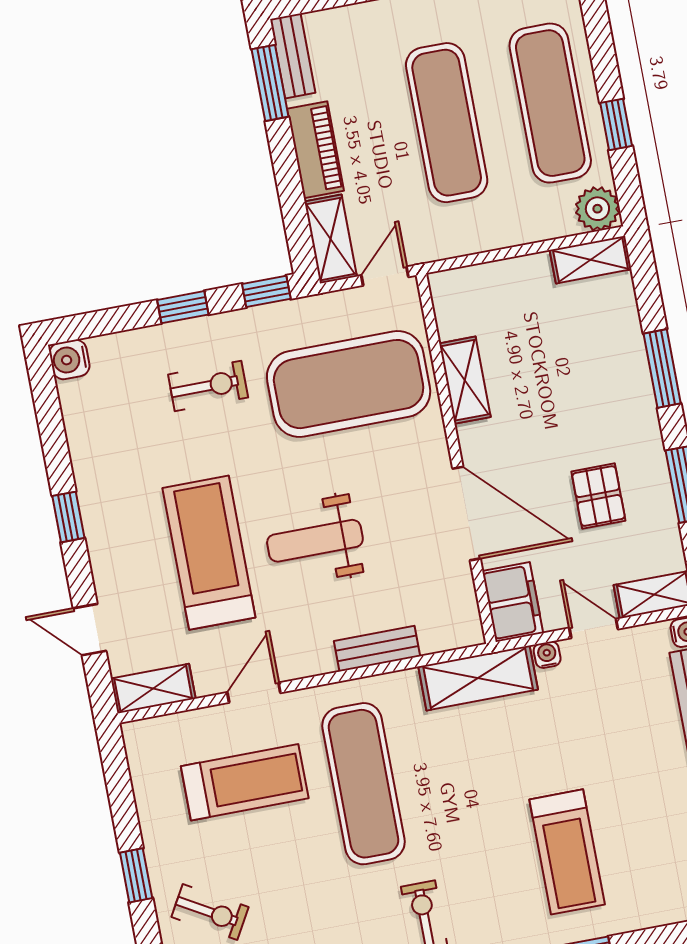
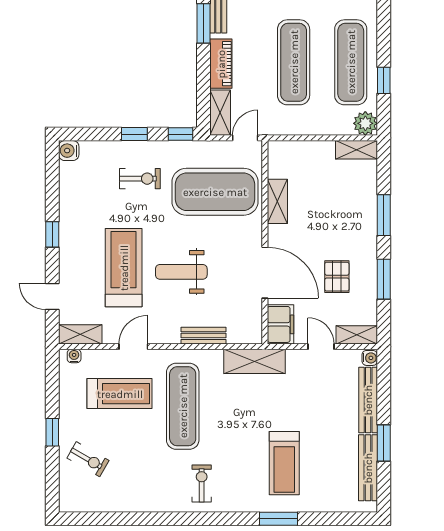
water cooler: (547, 655) -> (74, 356), moved

